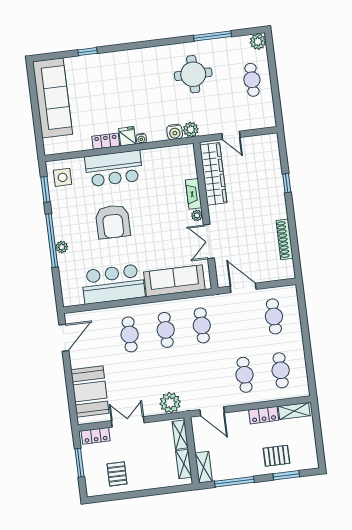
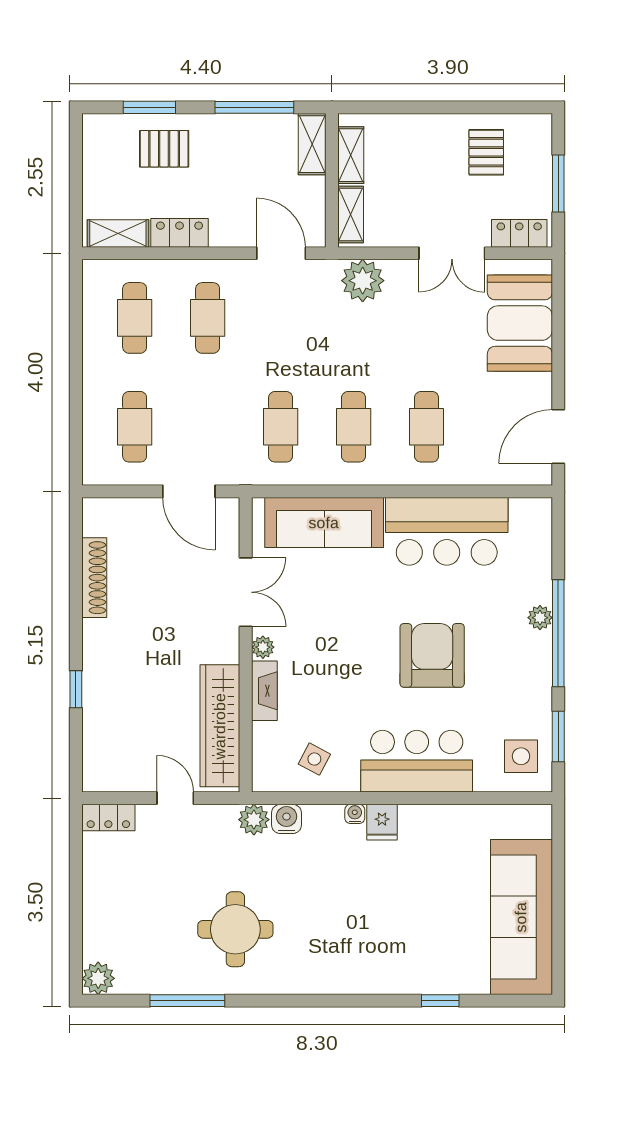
cafe table: (252, 80) -> (120, 904), removed
locker: (106, 141) -> (108, 817), moved
side table: (165, 163) -> (314, 759), added

